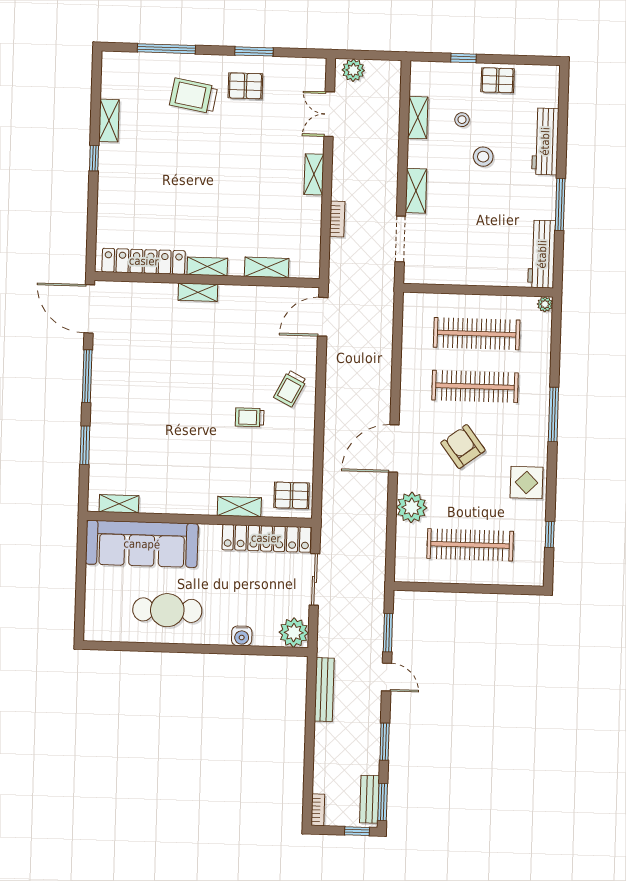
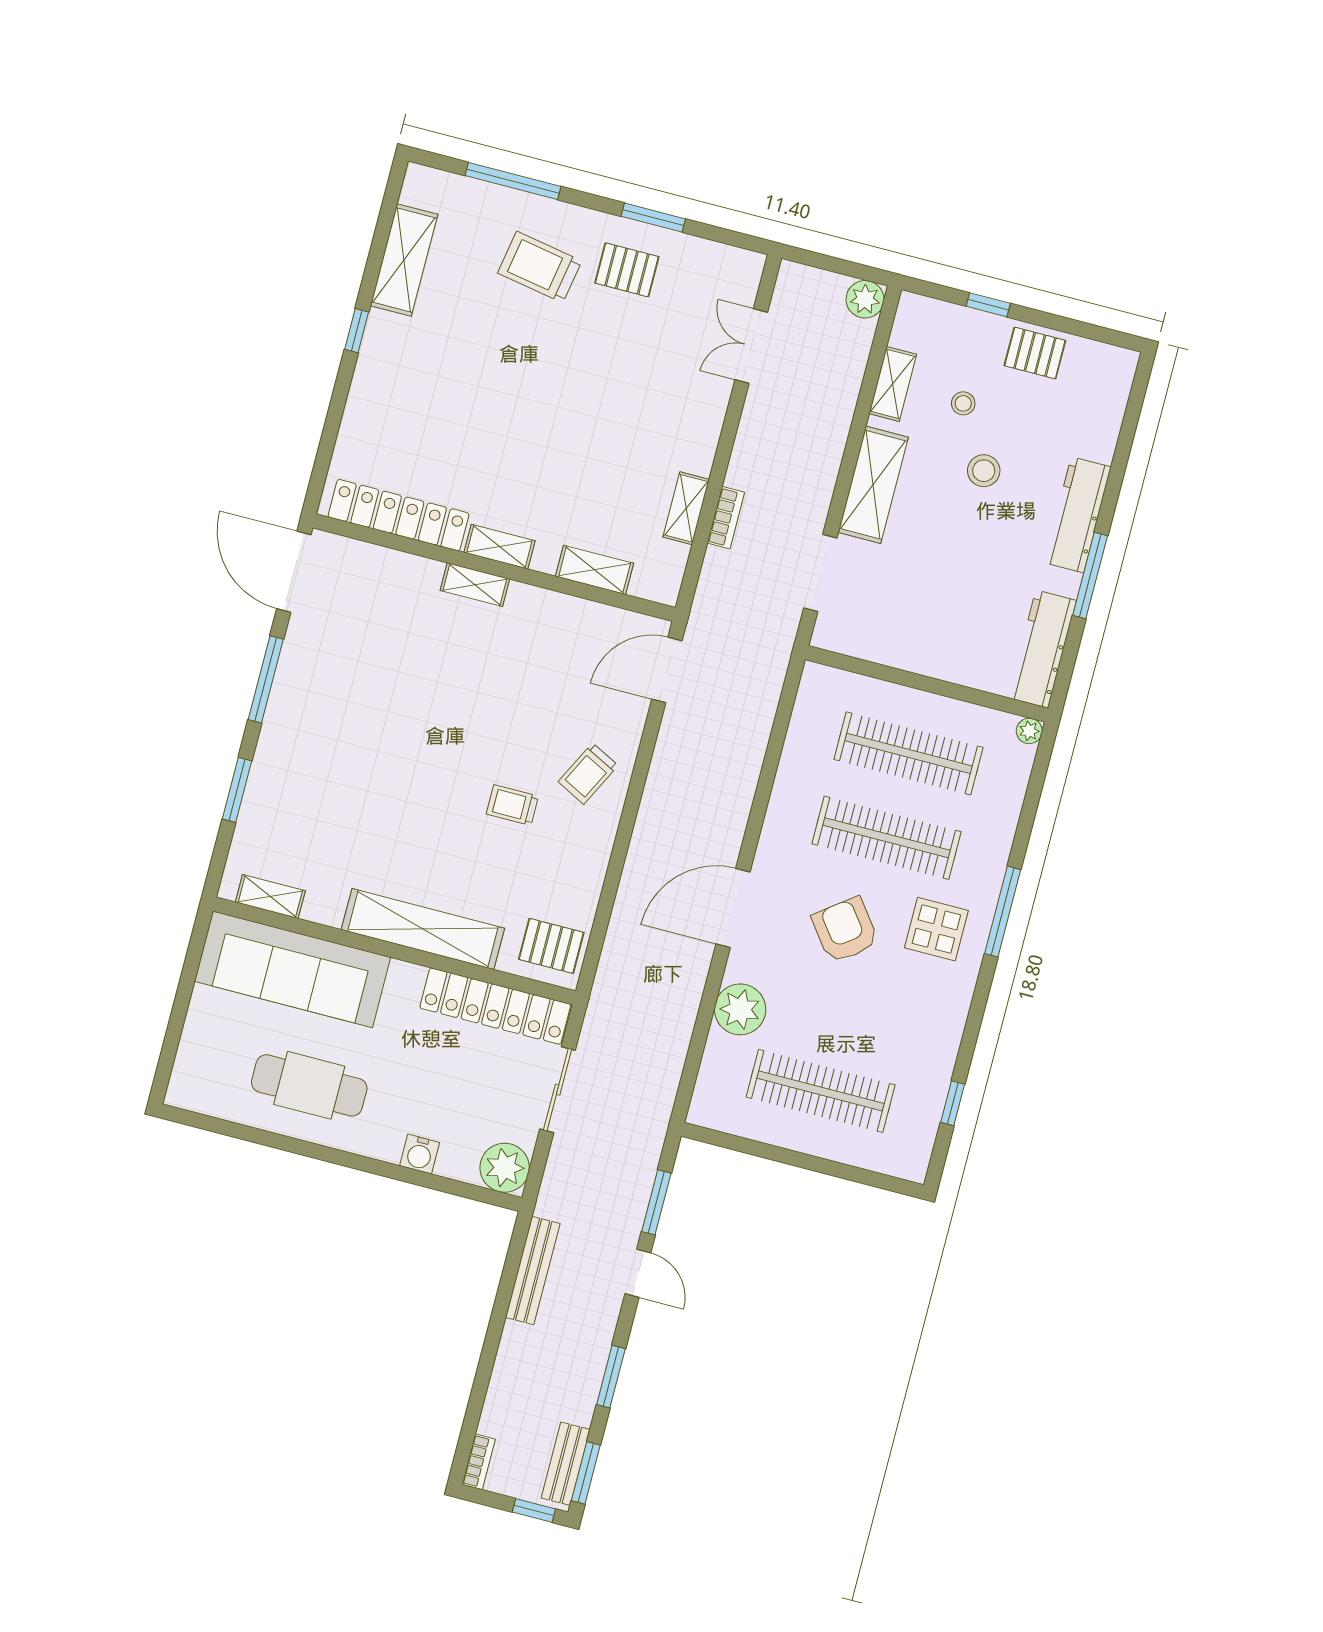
plant: (353, 70) -> (865, 299), moved
shelving: (109, 121) -> (404, 260), width x1.50, depth x1.33
workbench: (545, 141) -> (1078, 515), moved
shelving: (314, 174) -> (686, 508), moved
shelving: (416, 191) -> (873, 485), width x1.50, depth x1.33
display table: (526, 483) -> (936, 929), moved
shelving: (239, 507) -> (423, 929), width x2.20, depth x1.33

